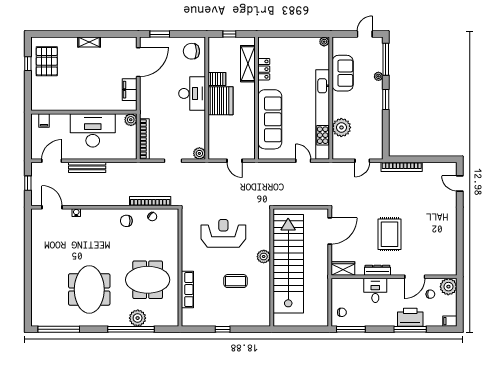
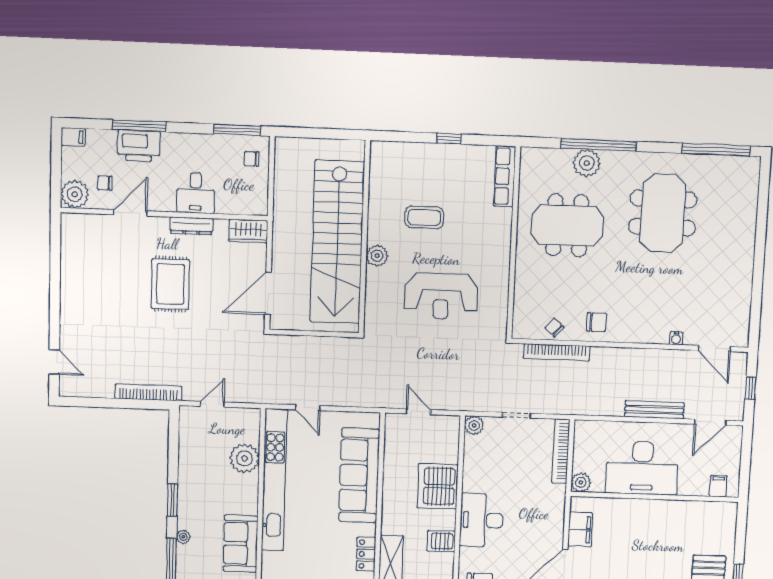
server rack: (221, 101) -> (438, 486), moved
row of seats: (187, 290) -> (505, 176), moved

